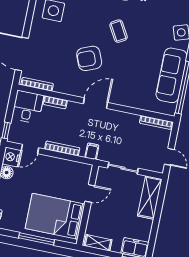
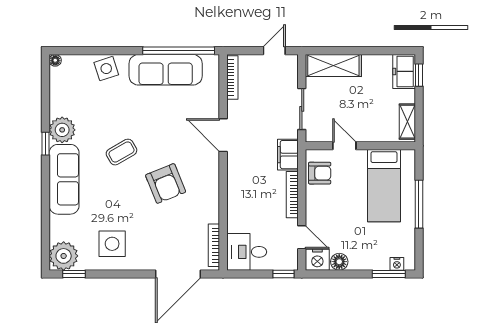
bookcase: (55, 102) -> (233, 216), removed
door: (96, 103) -> (223, 135), moved
filing cabinet: (92, 151) -> (288, 155), width x2.00
armchair: (74, 172) -> (320, 173), added
bed: (55, 216) -> (384, 186), width x0.67

